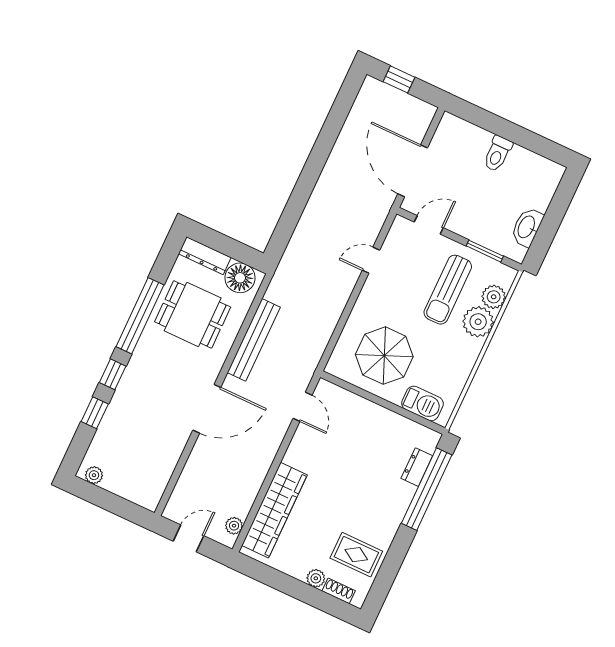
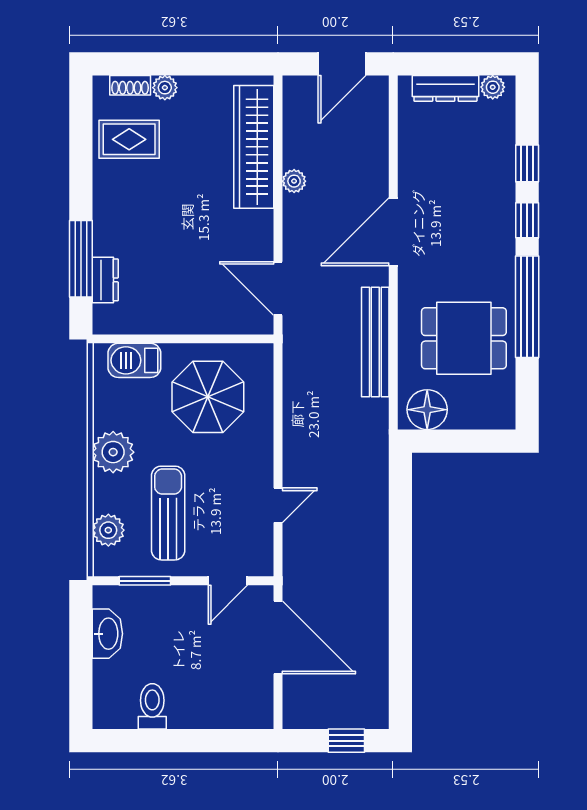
toilet: (498, 154) -> (152, 706), moved
dresser: (205, 256) -> (445, 88), moved, turned 180
plant: (478, 322) -> (113, 452), moved
door: (303, 407) -> (278, 288), width x1.38
window: (427, 489) -> (81, 259), width x0.68
plant: (234, 526) -> (294, 181), moved
door: (189, 538) -> (342, 64), width x1.38

